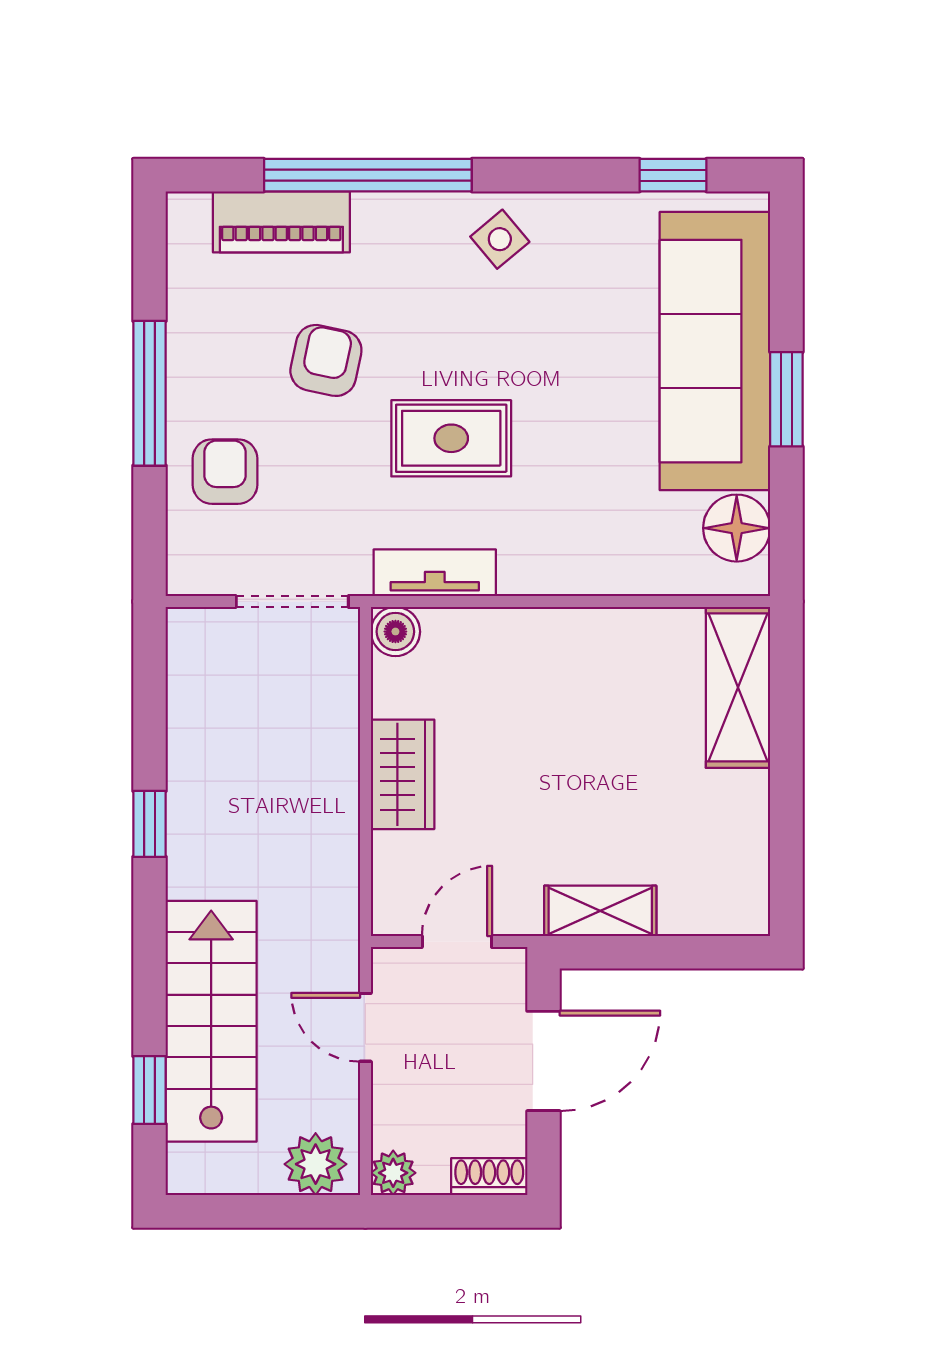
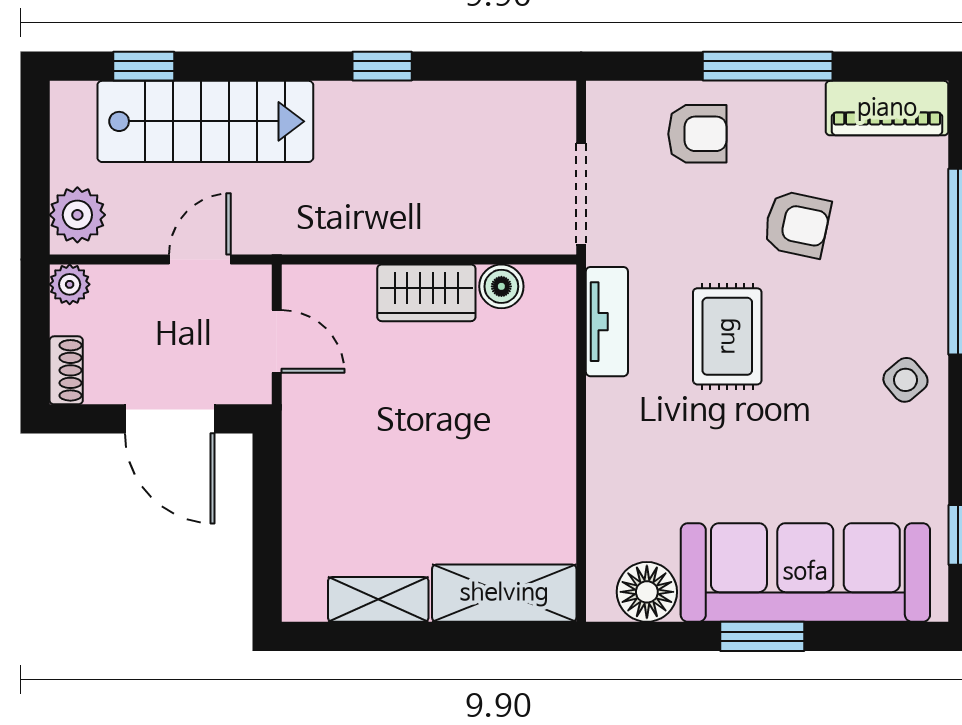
piano: (281, 222) -> (887, 108), moved, turned -90
boiler: (395, 632) -> (501, 286), moved
shelving: (600, 911) -> (378, 599), moved, turned 90

